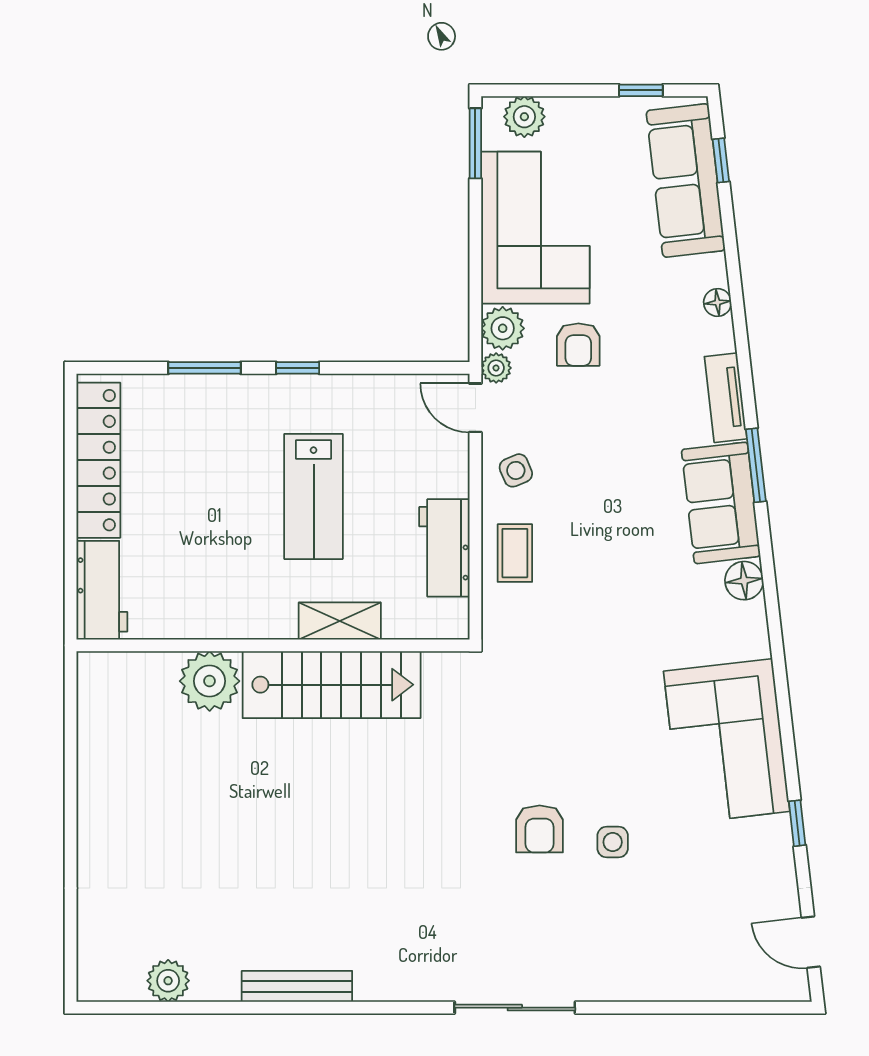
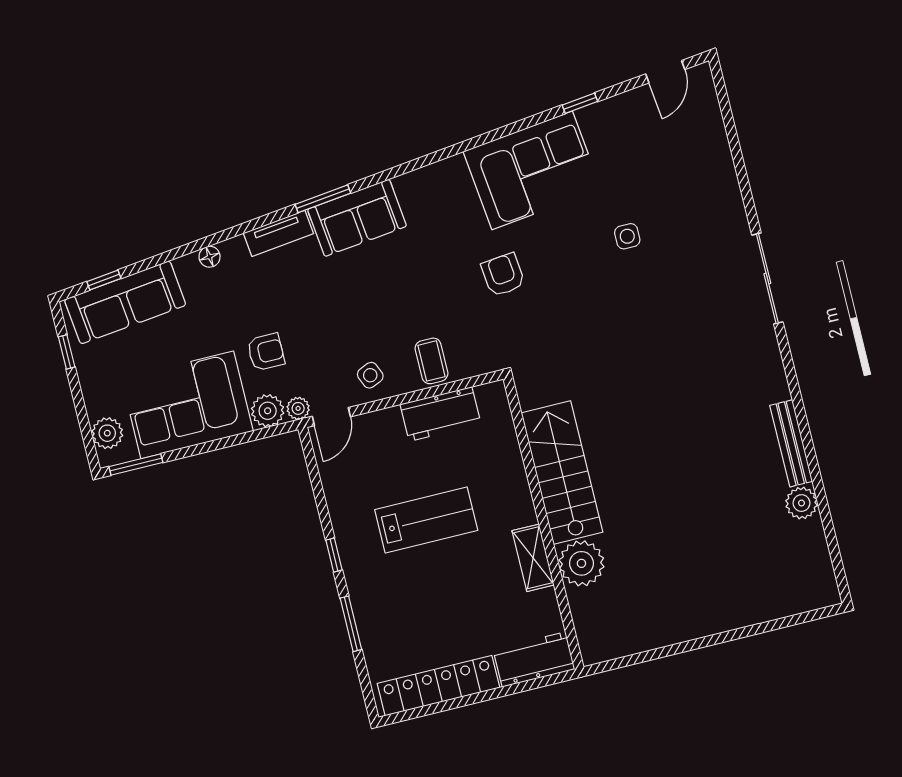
coffee table: (515, 553) -> (431, 361), turned 90
floor lamp: (744, 581) -> (410, 187), removed
shelving: (340, 621) -> (533, 558), moved
armchair: (540, 829) -> (503, 275), moved, turned -96
plant: (168, 981) -> (801, 503), moved

